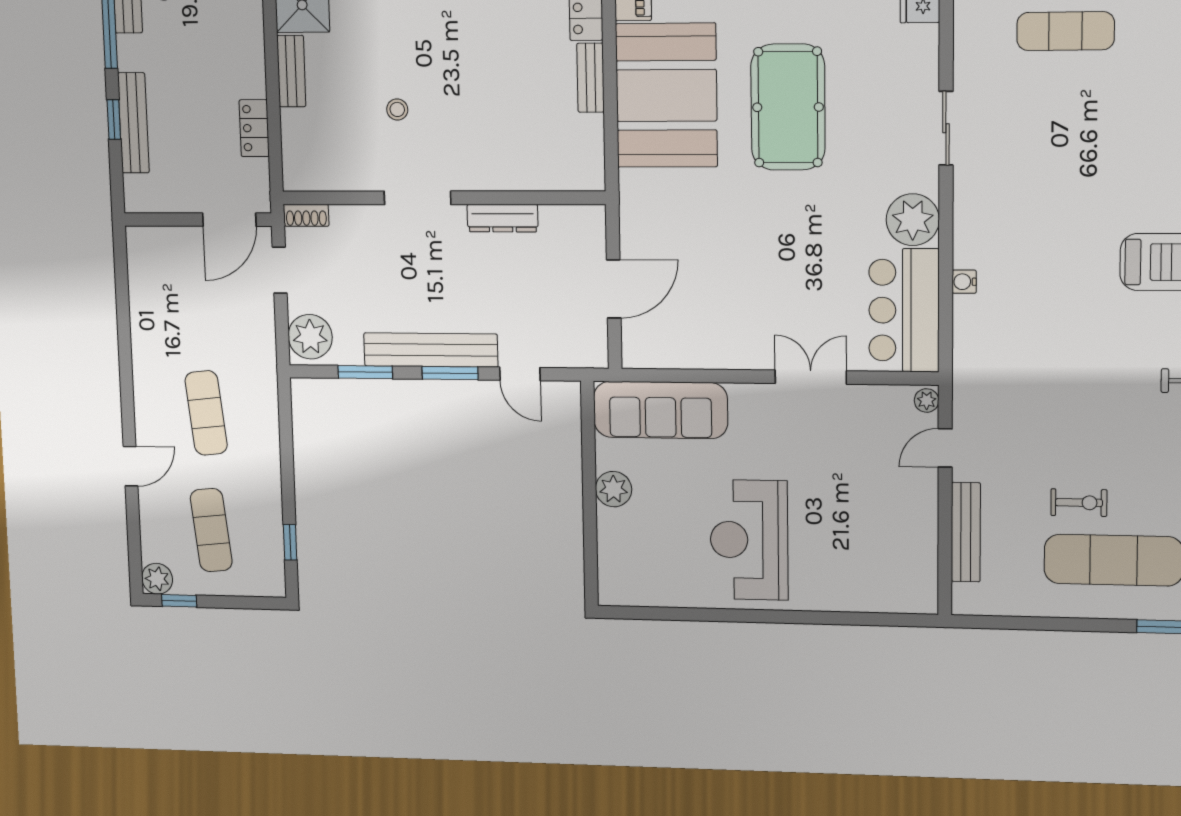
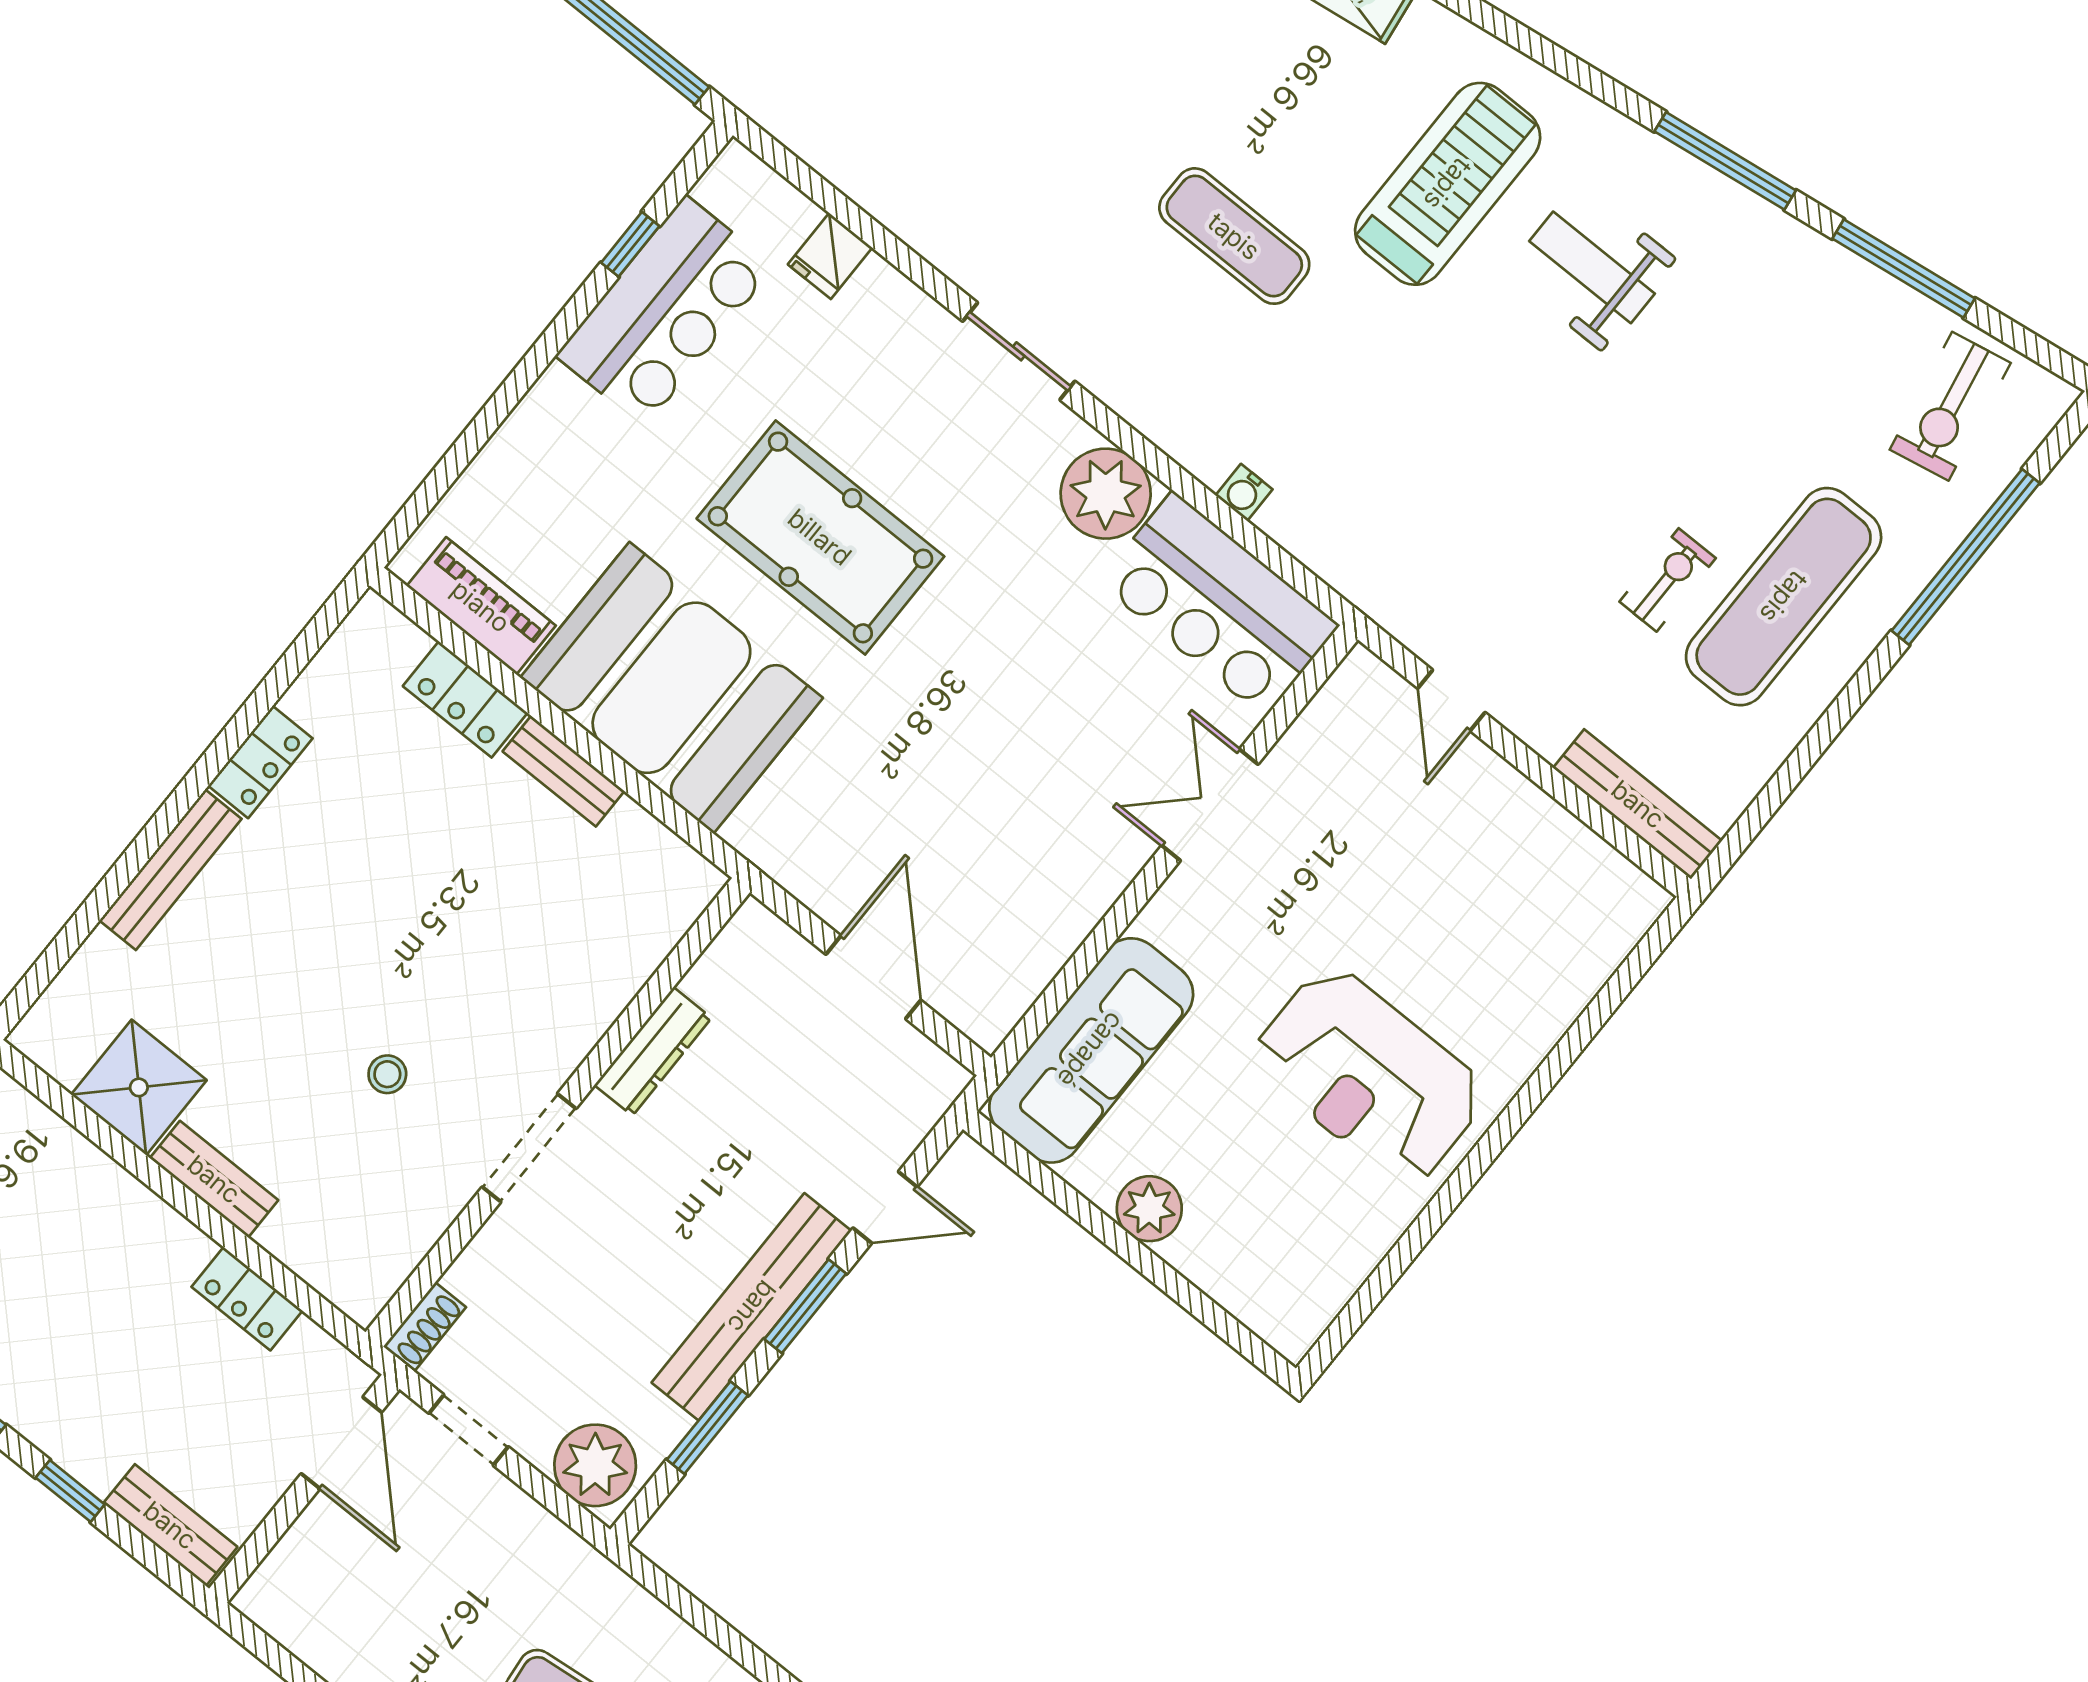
exercise mat: (1066, 31) -> (1234, 236), moved, turned 90
bench: (133, 123) -> (170, 1525), moved, width x0.73
plant: (927, 401) -> (1366, 673), removed
bench: (966, 532) -> (1638, 804), moved

